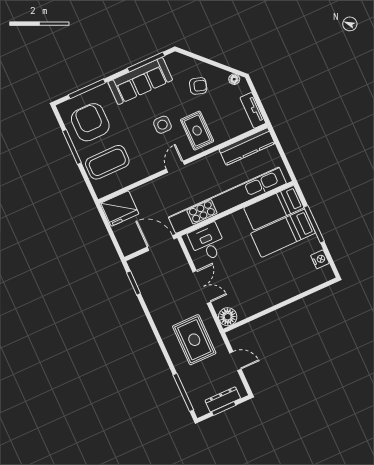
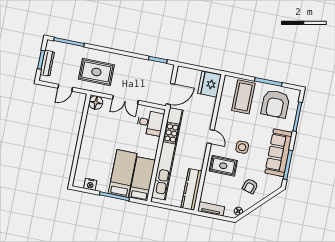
armchair: (90, 122) -> (275, 104), turned 90

